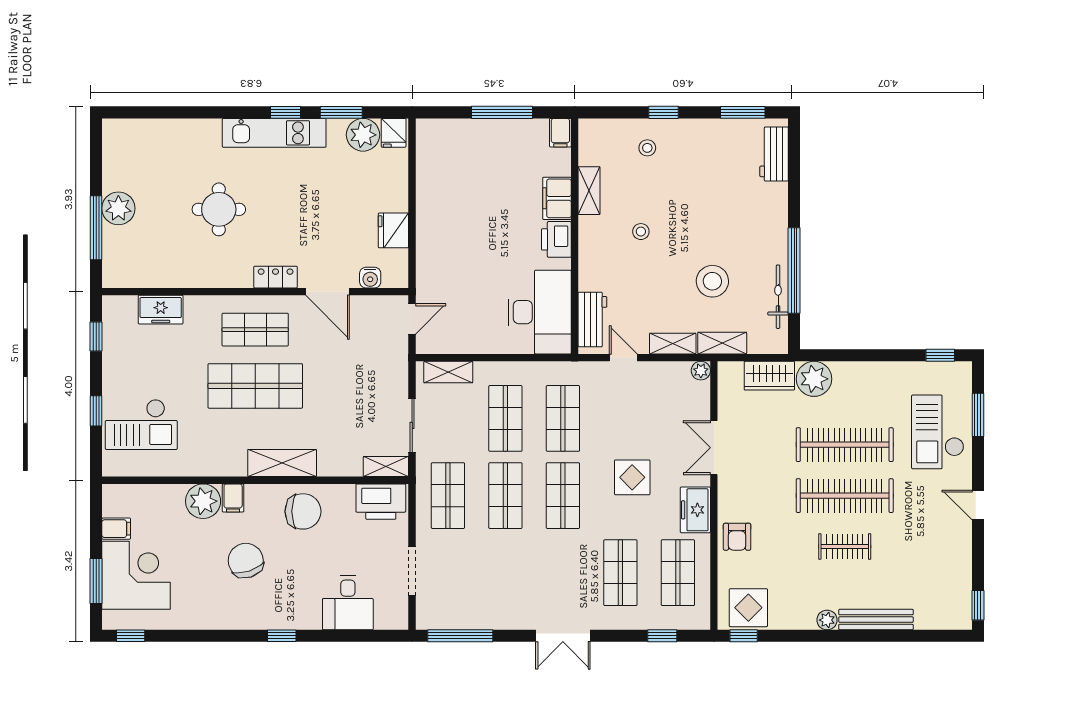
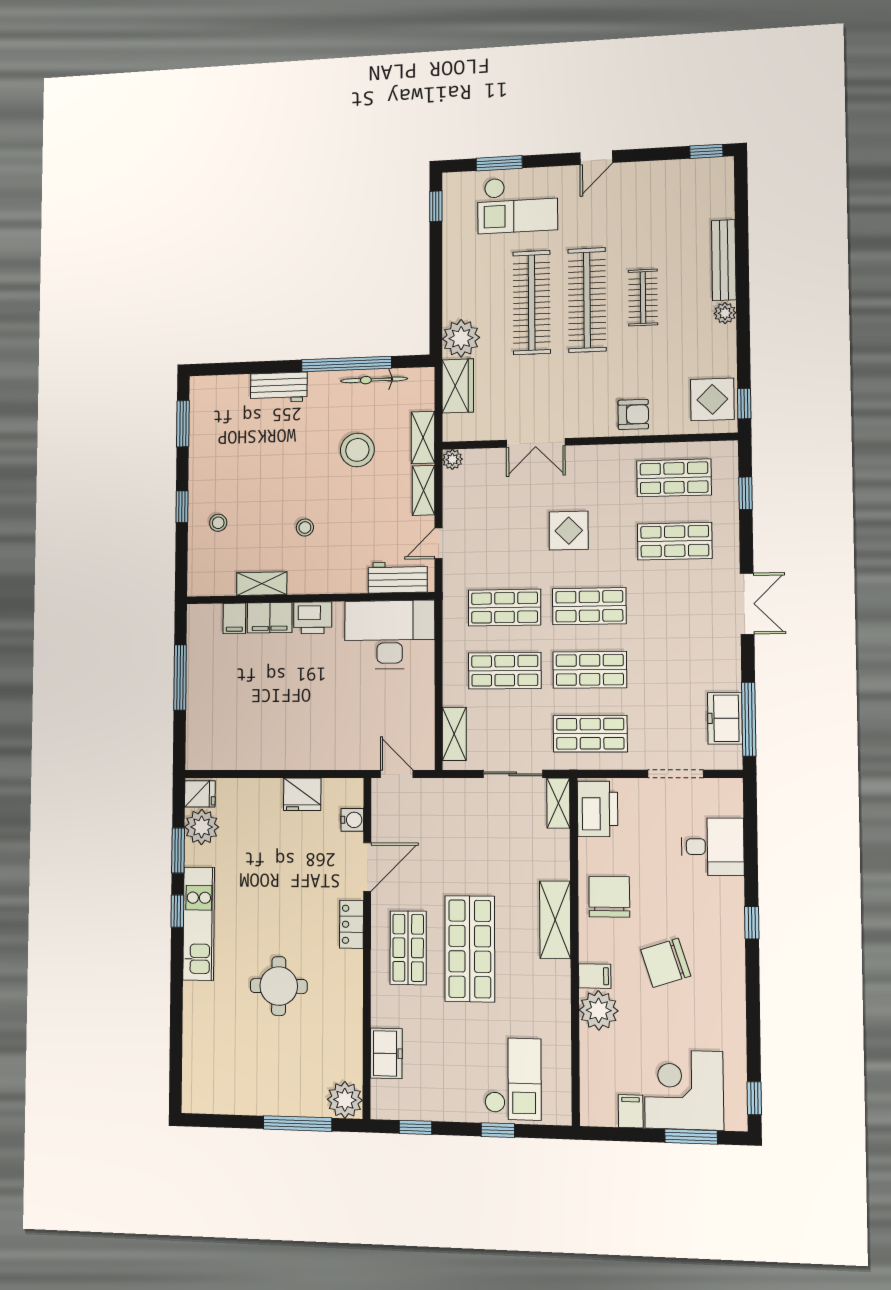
filing cabinet: (560, 133) -> (234, 618), moved, turned 90
workbench: (774, 154) -> (279, 388), moved
plant: (118, 208) -> (345, 1100), moved
freezer: (695, 510) -> (725, 718), moved, turned 90

